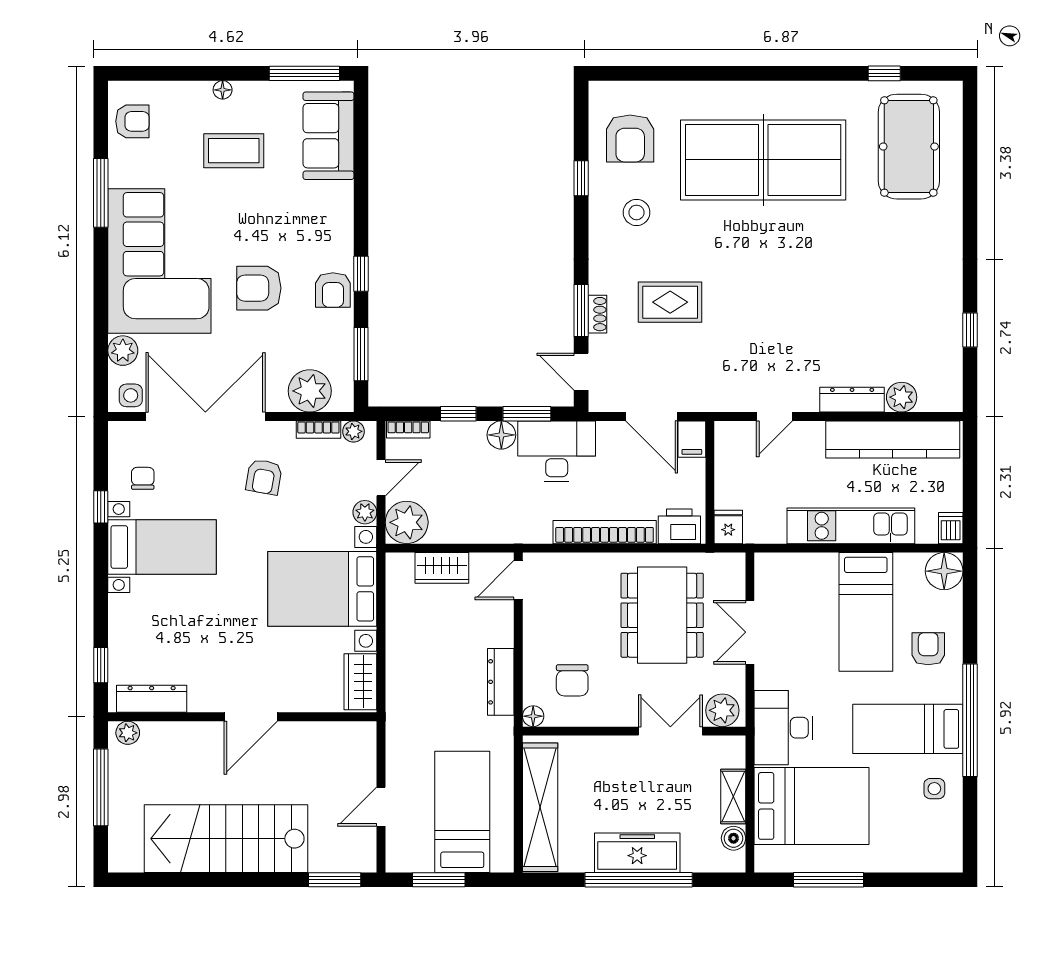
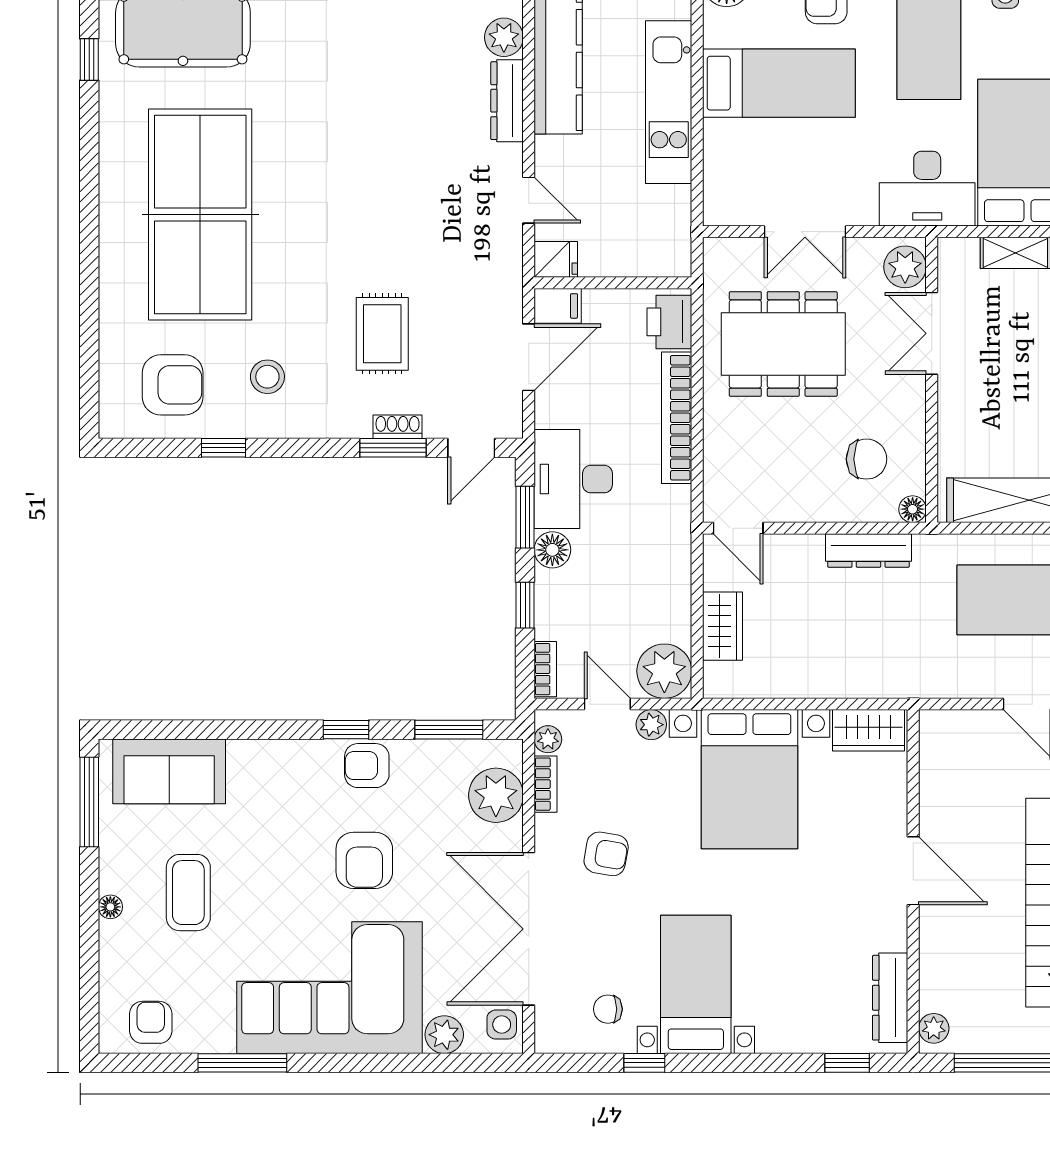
armchair: (333, 290) -> (367, 766), turned 180
fridge: (728, 527) -> (556, 259), moved, turned 180

